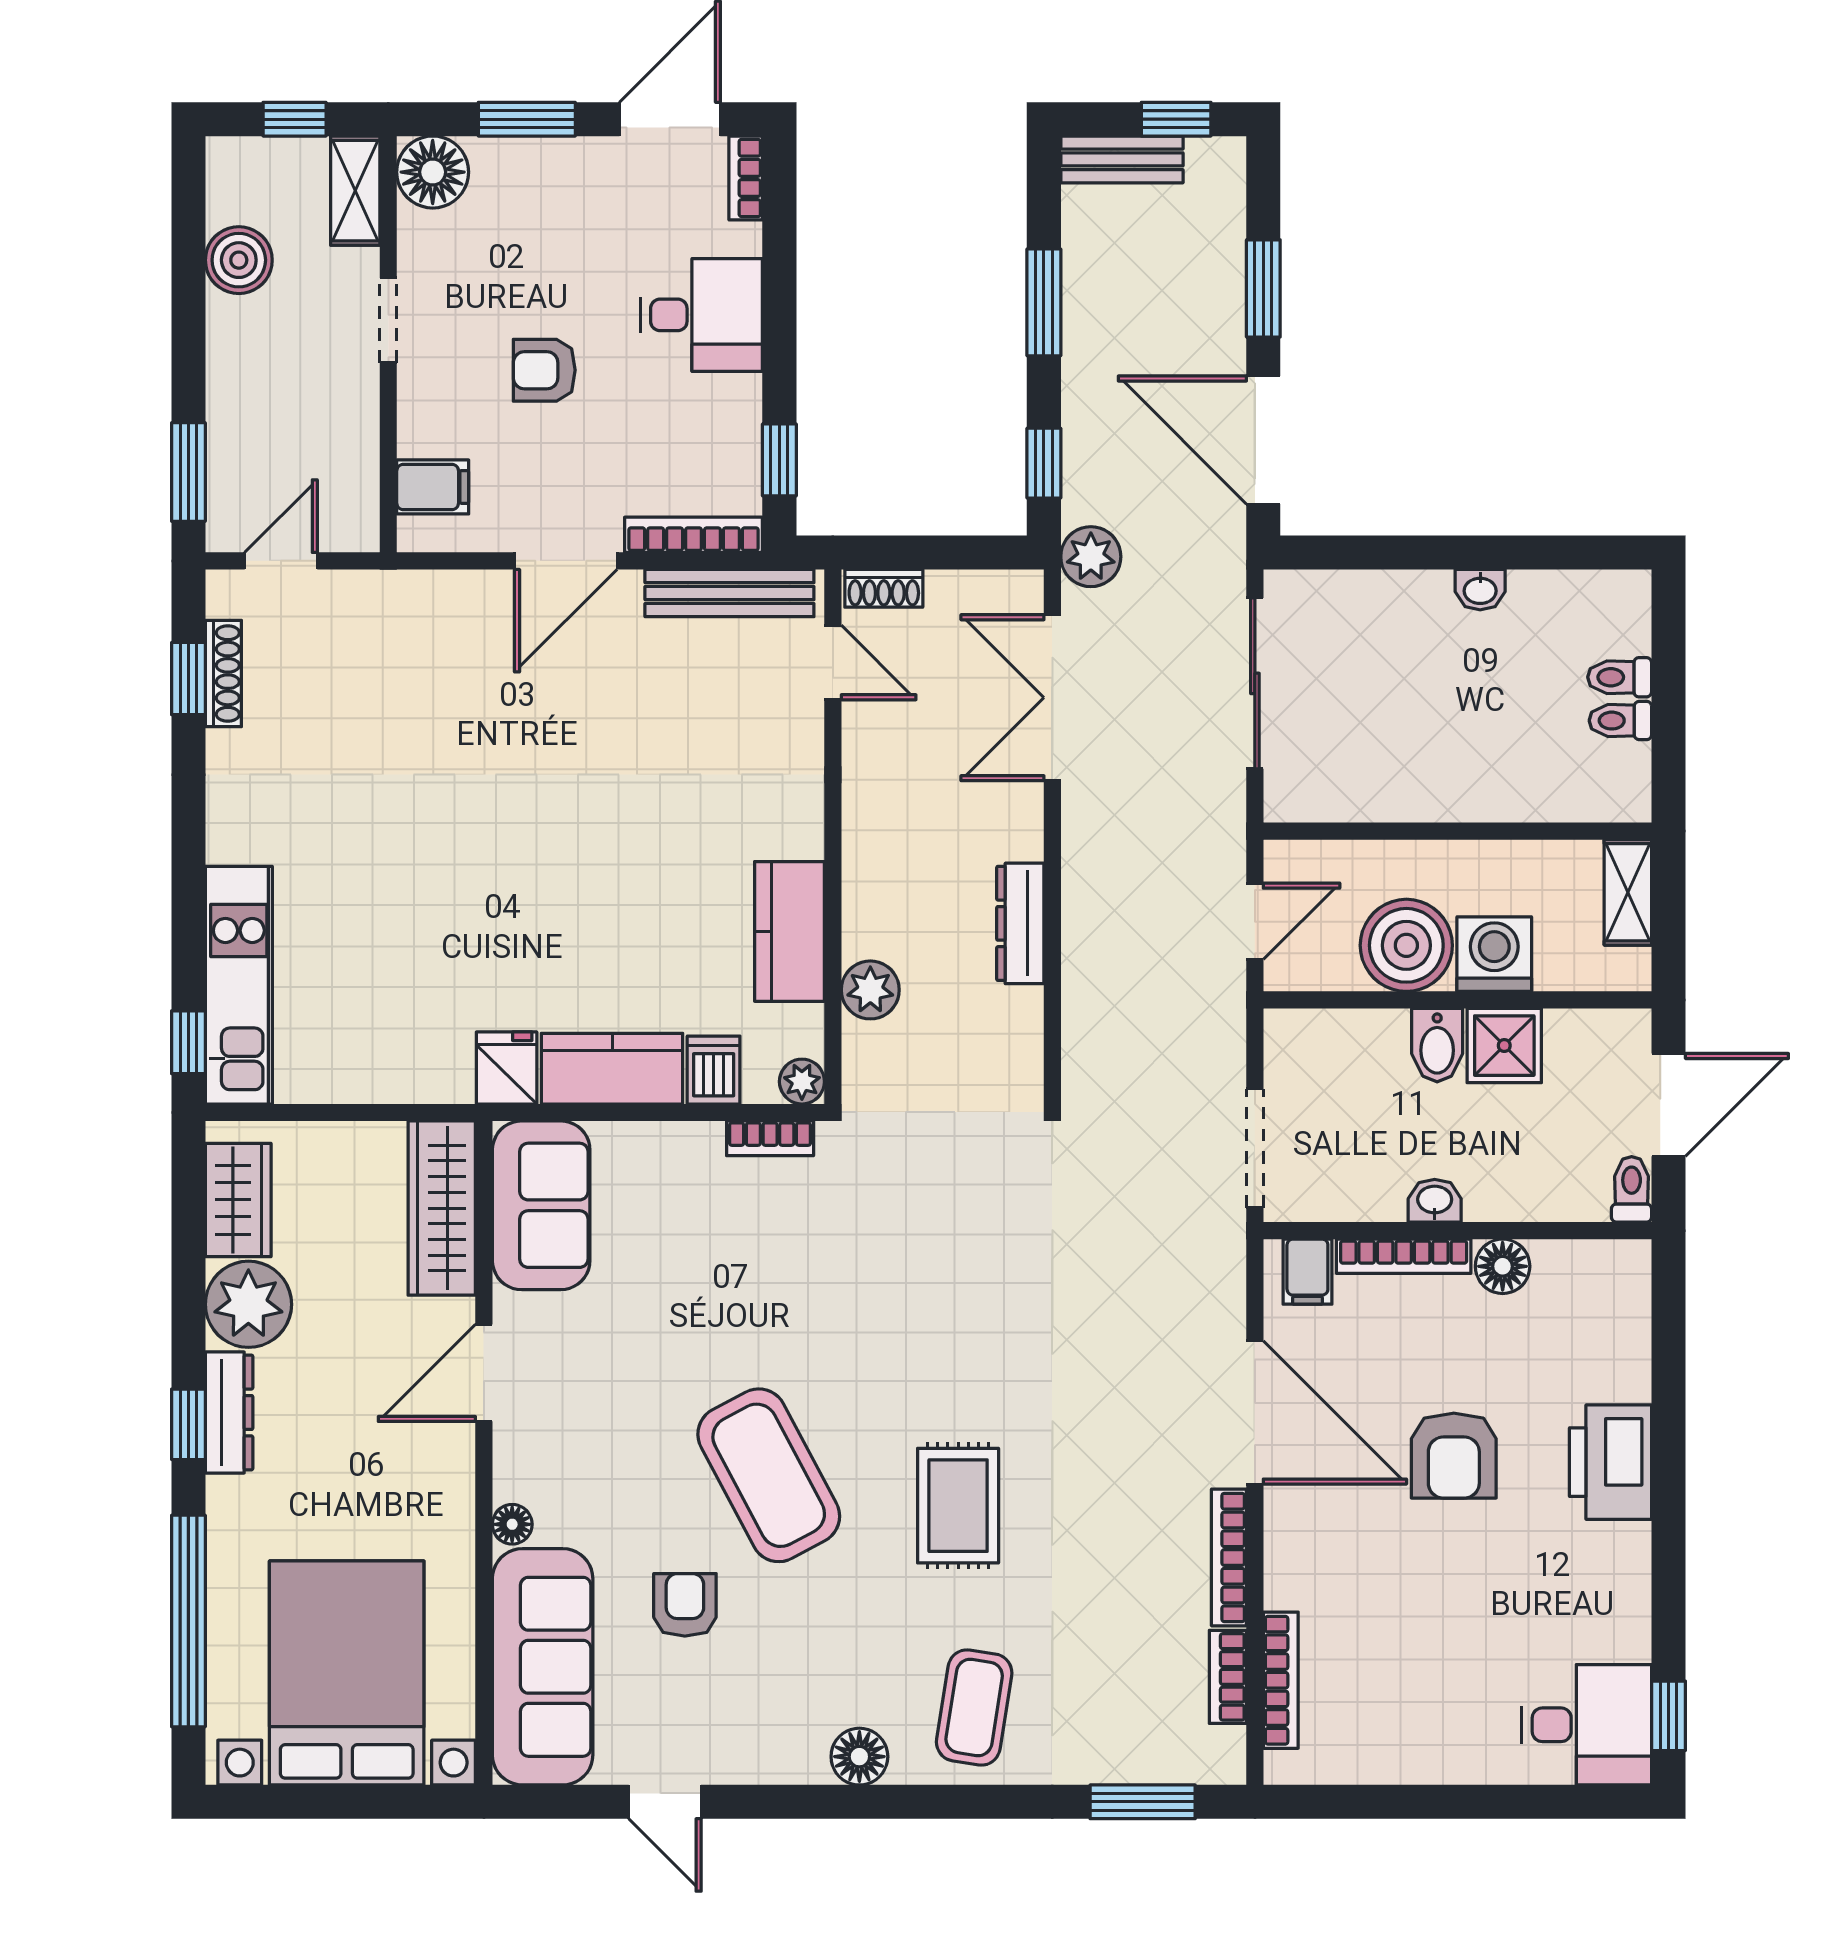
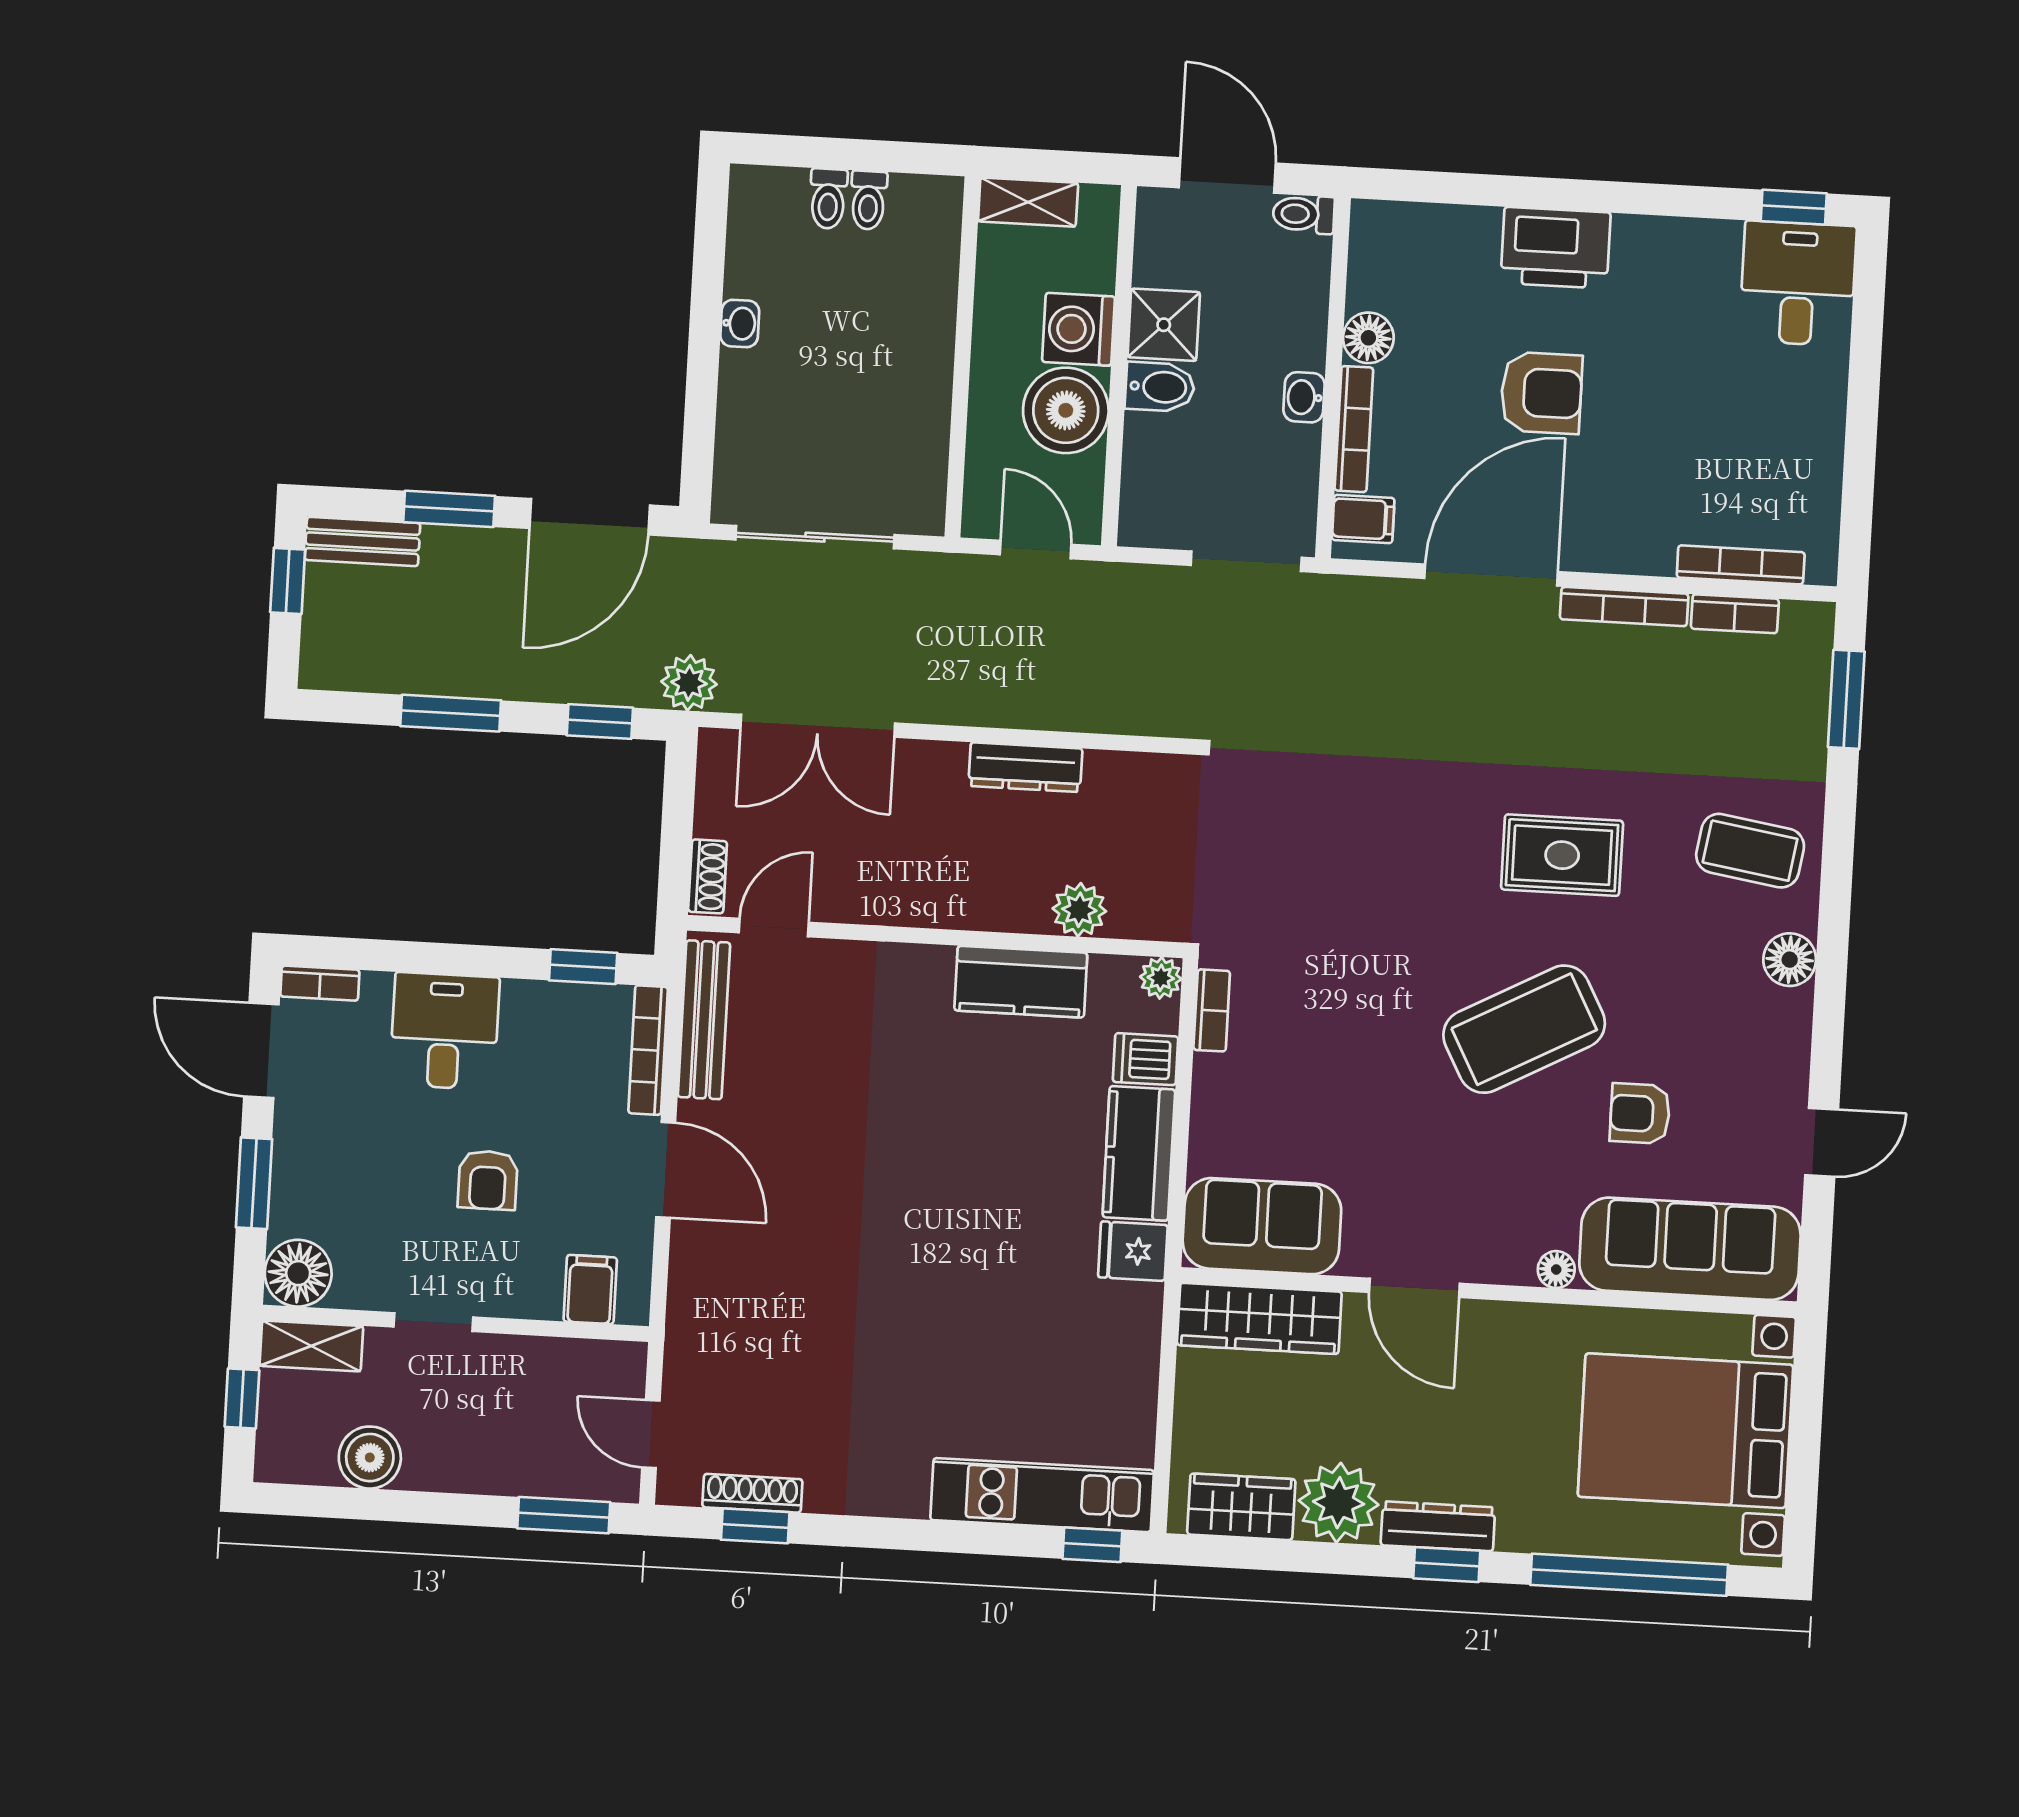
bench: (1122, 159) -> (362, 541), moved, turned 90

